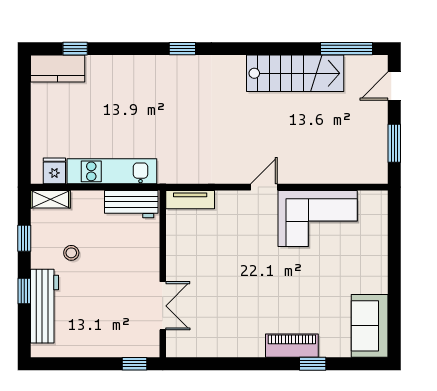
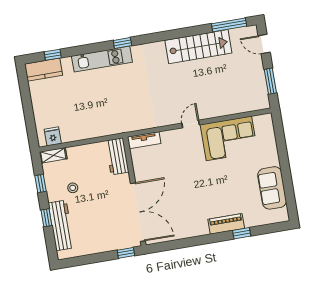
door: (394, 86) -> (264, 44), hinge flipped
kitchen unit: (112, 171) -> (102, 59), moved, turned 180
workbench: (131, 204) -> (117, 156), moved, turned 90
double door: (163, 306) -> (138, 212), width x1.87
sofa: (370, 326) -> (272, 188), moved

